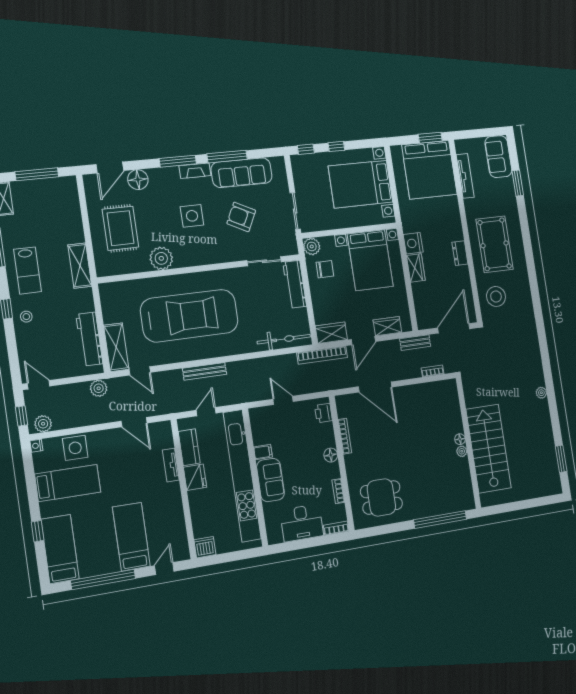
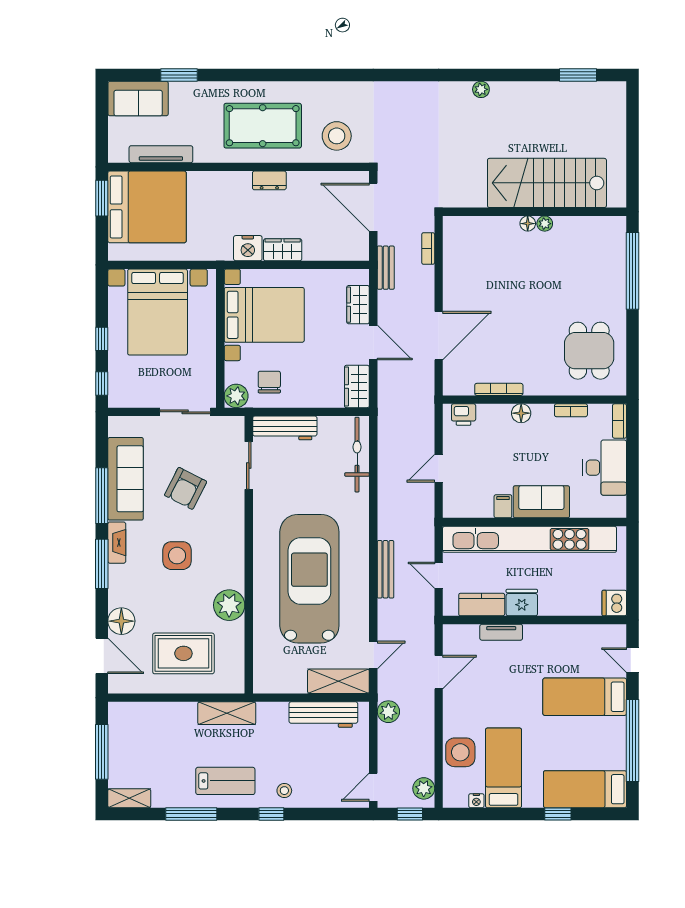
bookcase: (322, 355) -> (385, 404), removed
nightstand: (36, 446) -> (476, 801), moved

